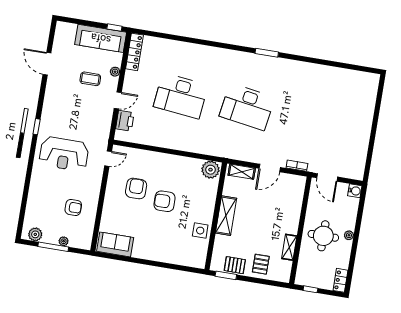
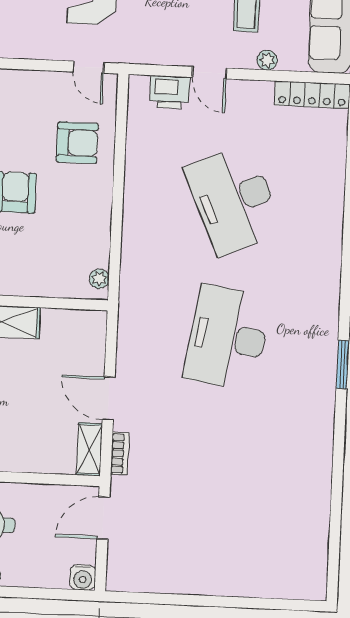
desk: (181, 96) -> (234, 200), turned -30
plant: (211, 170) -> (99, 279), width x0.53, depth x0.53
shelving: (242, 172) -> (89, 449), moved
armchair: (136, 189) -> (77, 143), moved

